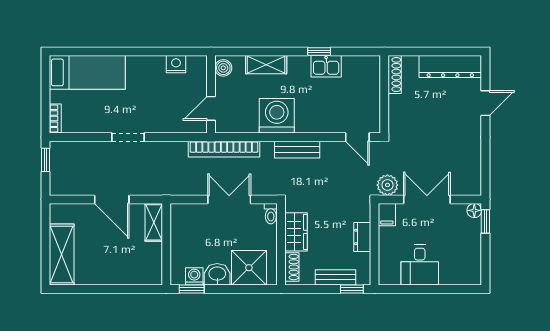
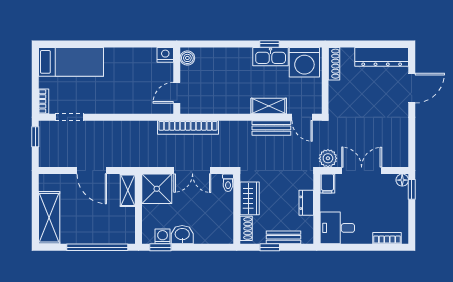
nightstand: (176, 64) -> (165, 55), moved
shelving: (266, 65) -> (269, 106), moved
kitchen sink: (326, 66) -> (271, 57), width x1.38
door: (485, 103) -> (412, 88), width x1.38
washing machine: (277, 116) -> (304, 62), moved, turned 180
doorway: (128, 137) -> (69, 117), moved
bench: (297, 150) -> (271, 128), moved
double door: (229, 199) -> (192, 171), swing flipped
desk: (420, 265) -> (337, 228), moved, turned 90
shower: (249, 268) -> (157, 189), moved
bookcase: (457, 278) -> (387, 238), added
window: (118, 289) -> (97, 247), added
window: (352, 289) -> (270, 247), moved

